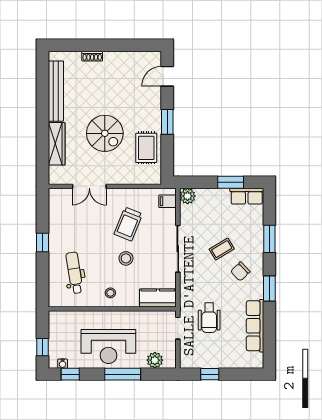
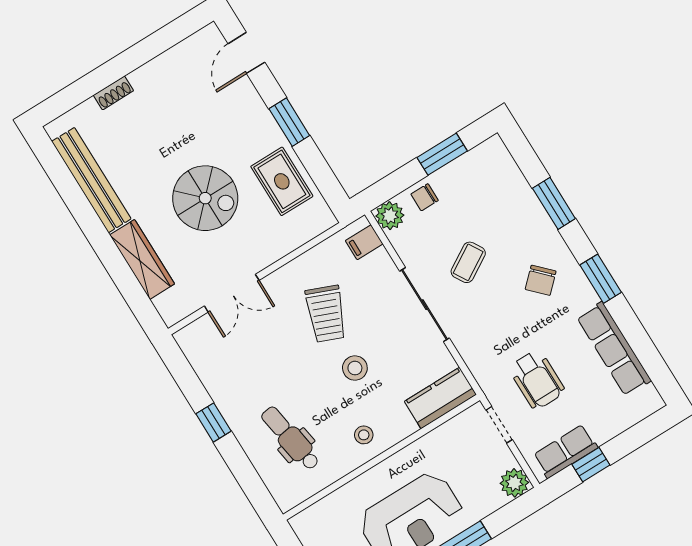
row of seats: (247, 196) -> (565, 451), moved, turned 180
chair: (210, 198) -> (425, 197), added
coffee table: (222, 249) -> (468, 262), moved
plant: (155, 360) -> (514, 483), moved

